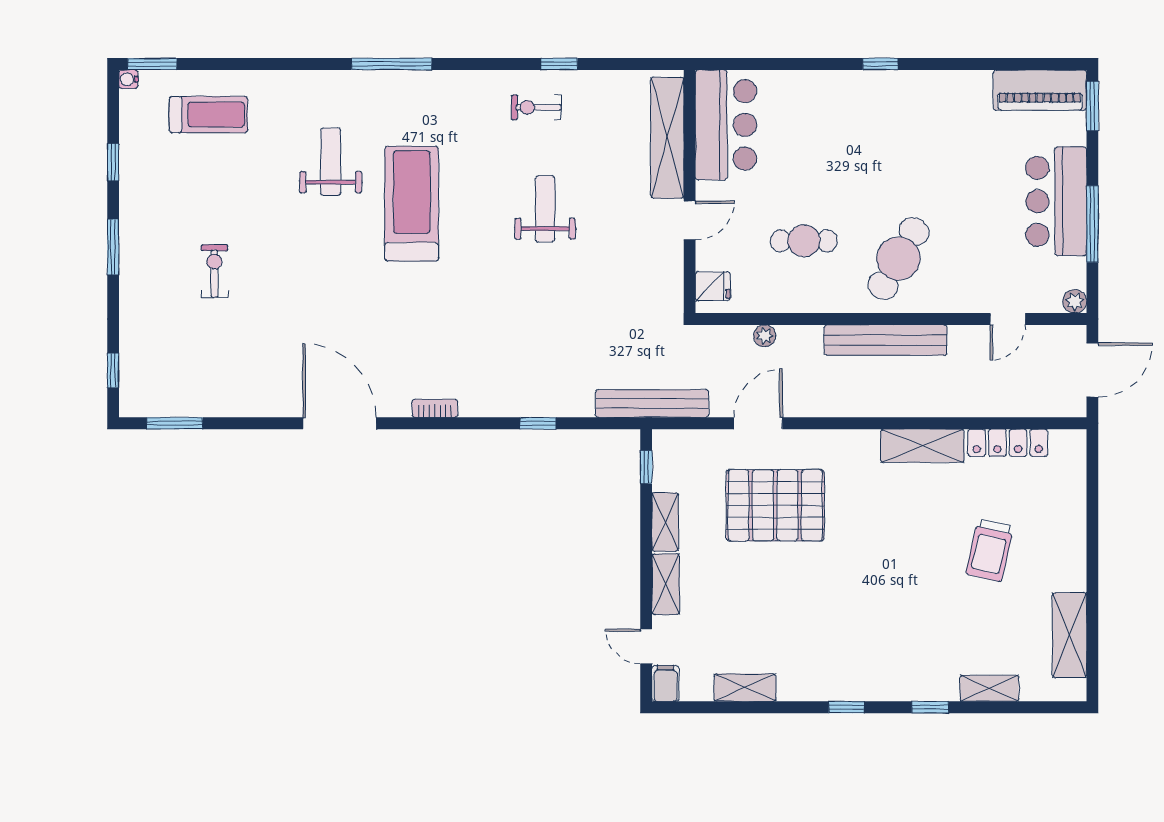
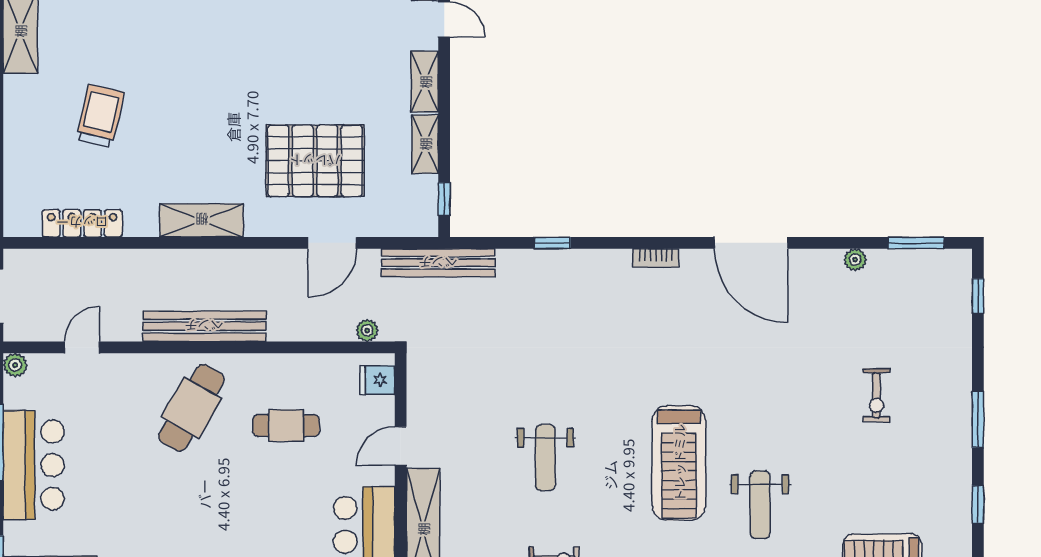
plant: (765, 336) -> (367, 330), moved
plant: (236, 407) -> (855, 260), added
shelving: (922, 446) -> (202, 220), moved

